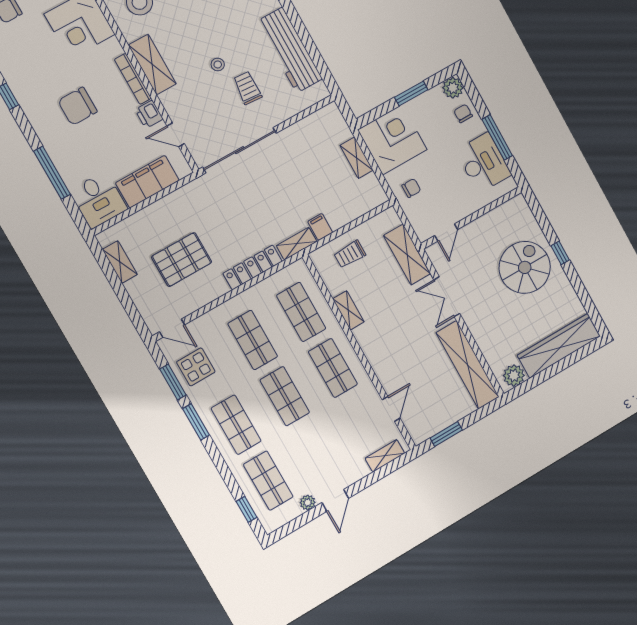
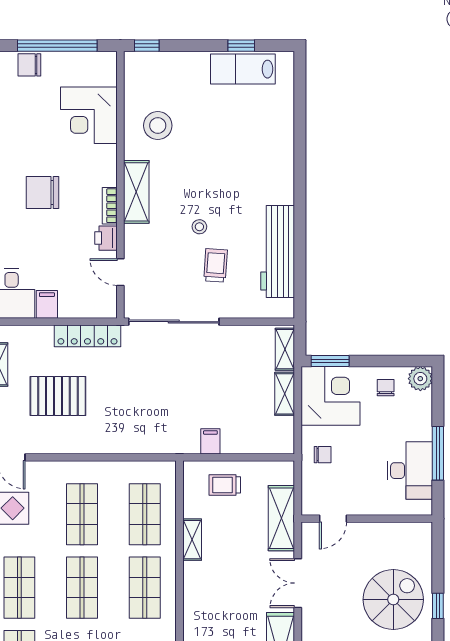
bookcase: (133, 79) -> (110, 206), width x0.64
window: (411, 94) -> (330, 361), moved
chair: (463, 113) -> (386, 388), moved
filing cabinet: (147, 182) -> (47, 304), width x0.33, depth x0.86
shelving: (297, 244) -> (285, 349), moved, turned 90
locker: (253, 267) -> (87, 336), moved, turned 180

